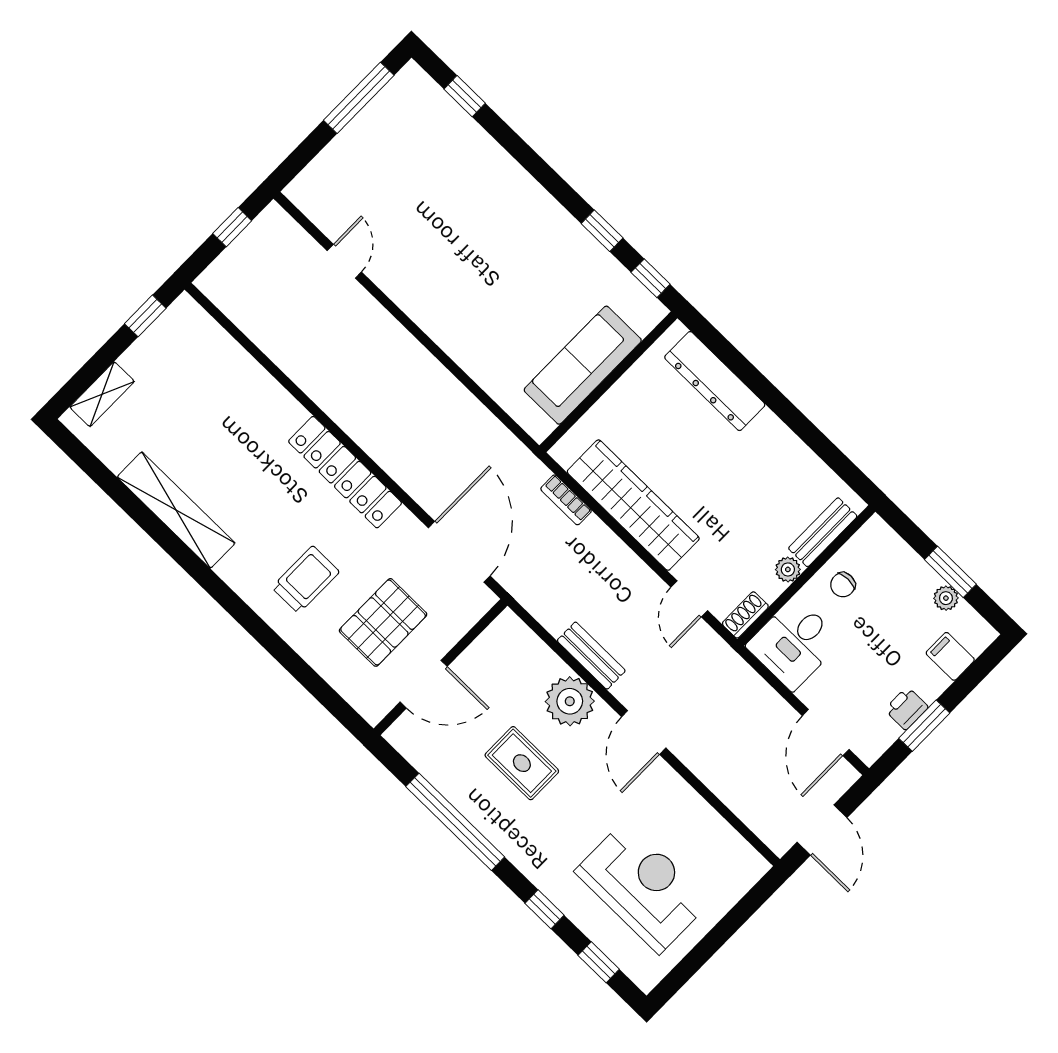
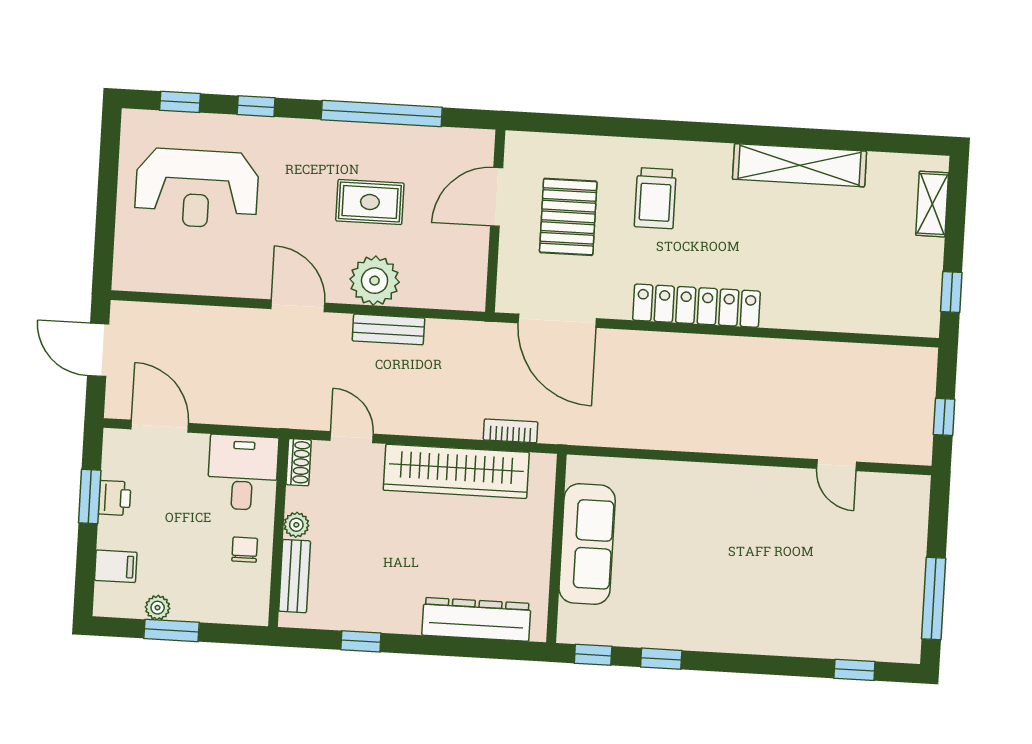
window: (816, 440) -> (361, 641), added

